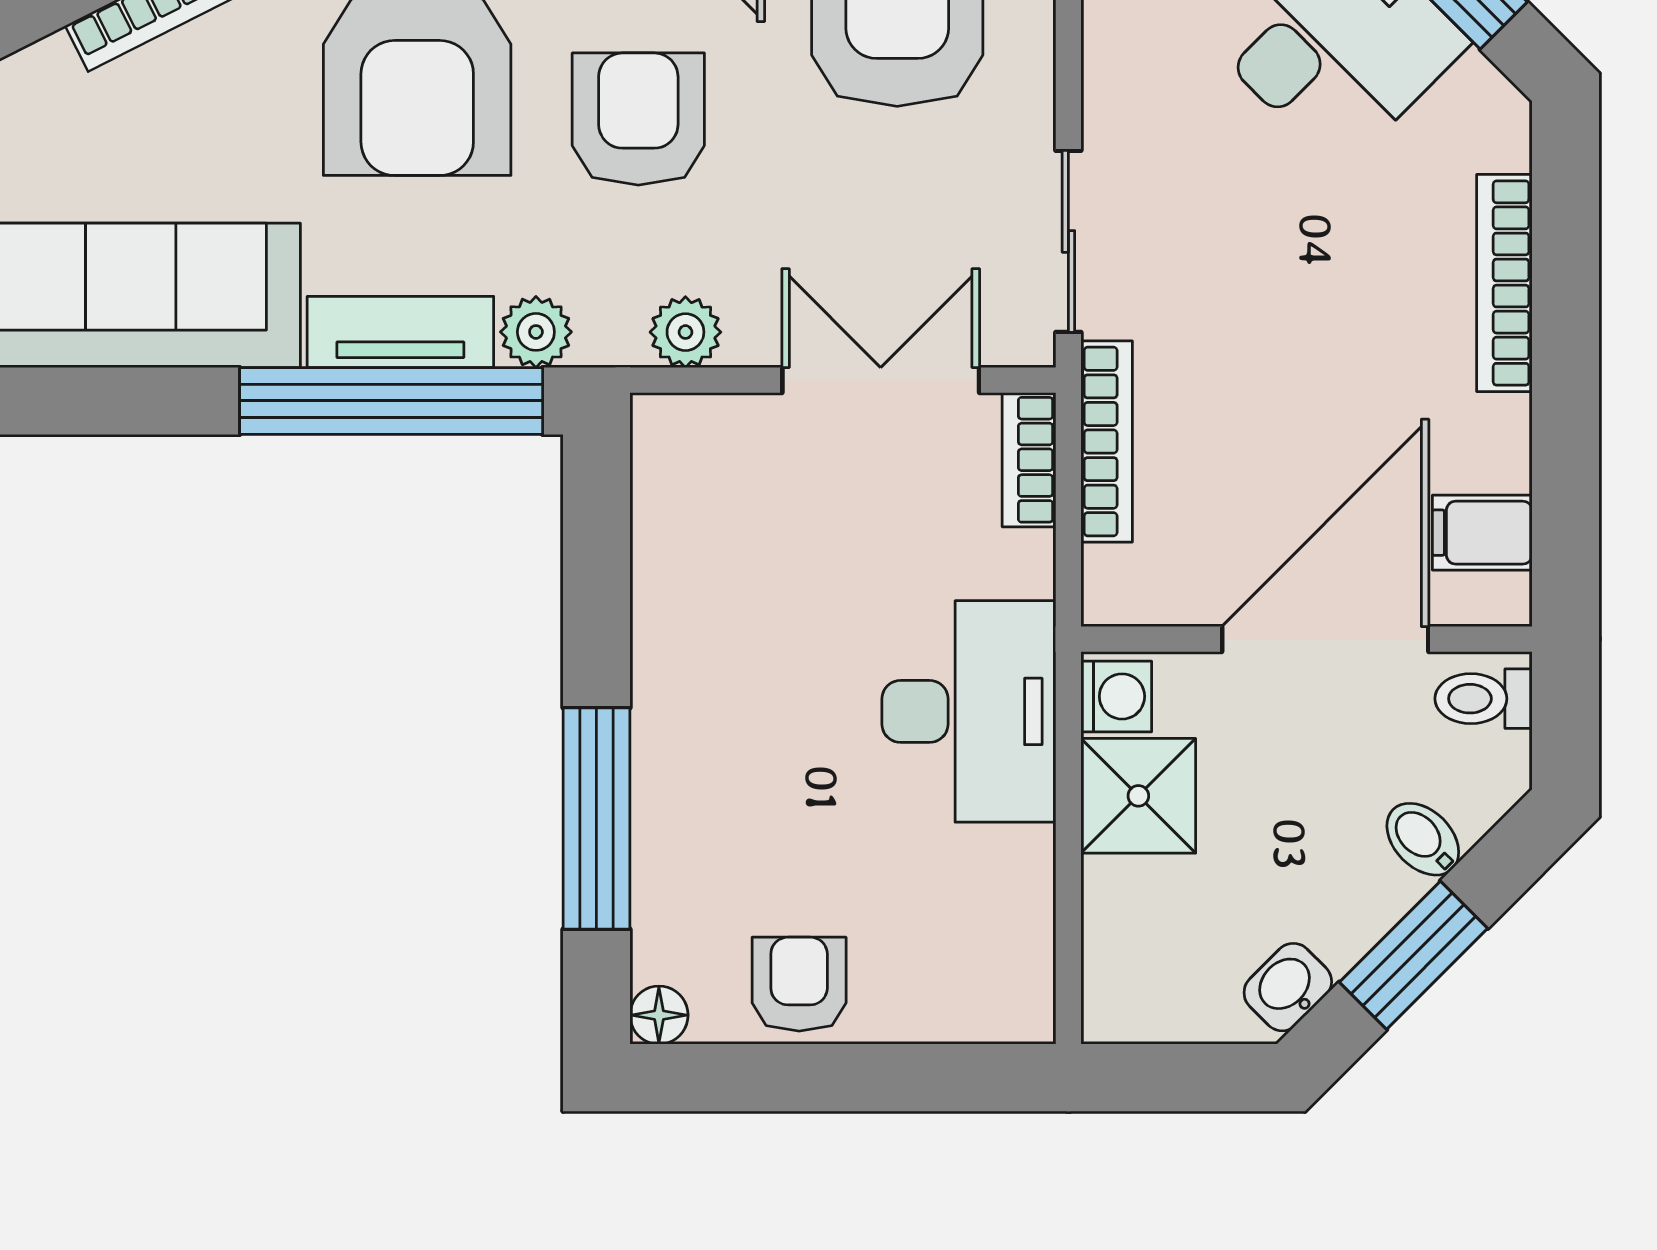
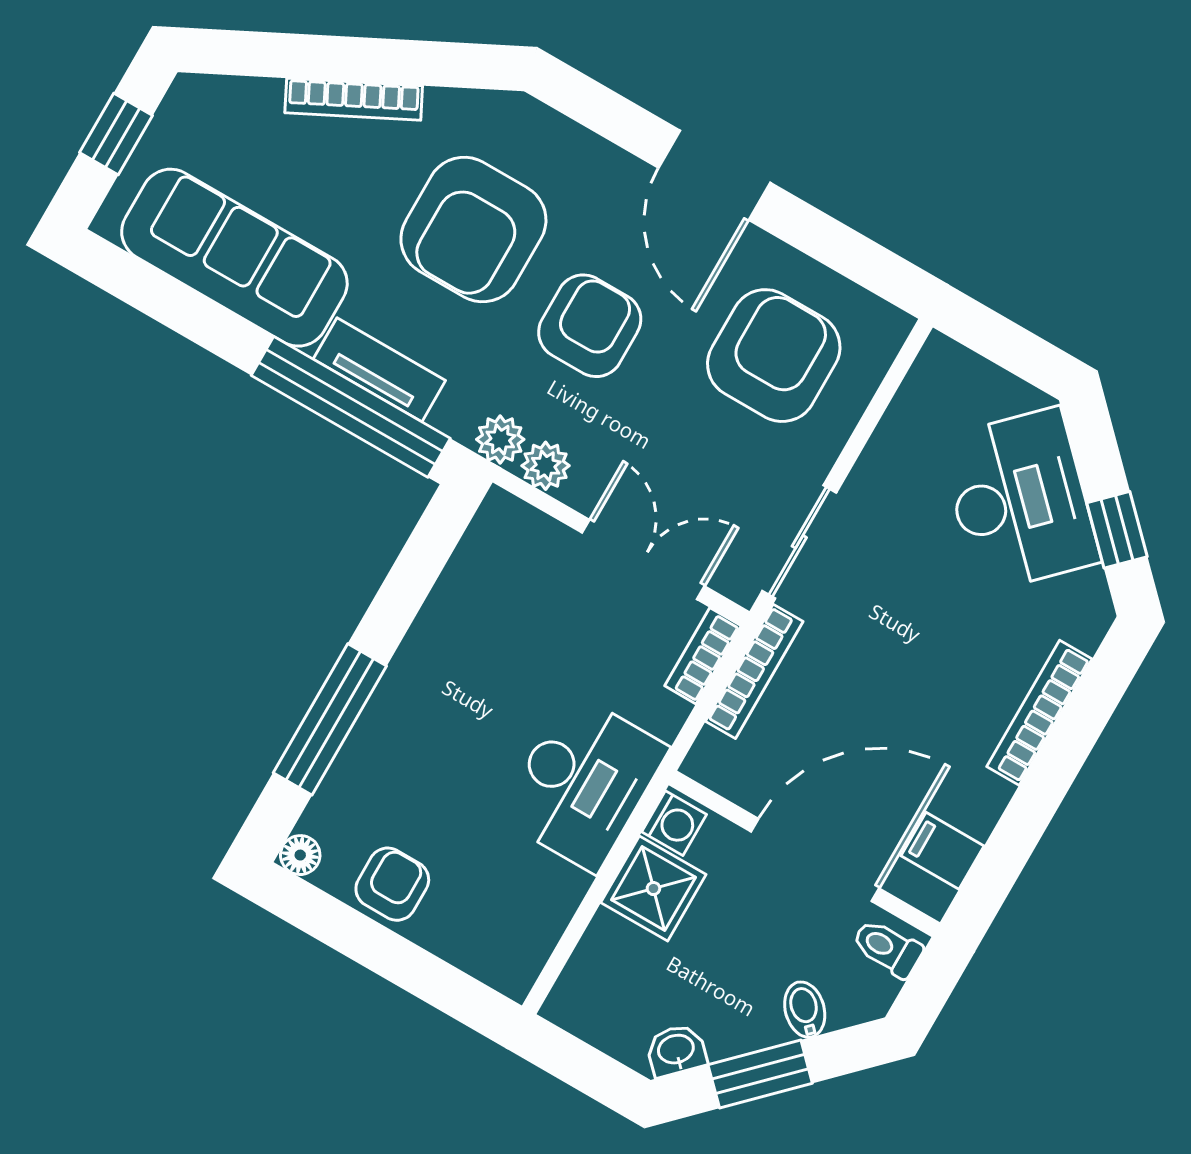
plant: (536, 332) -> (500, 439), moved

